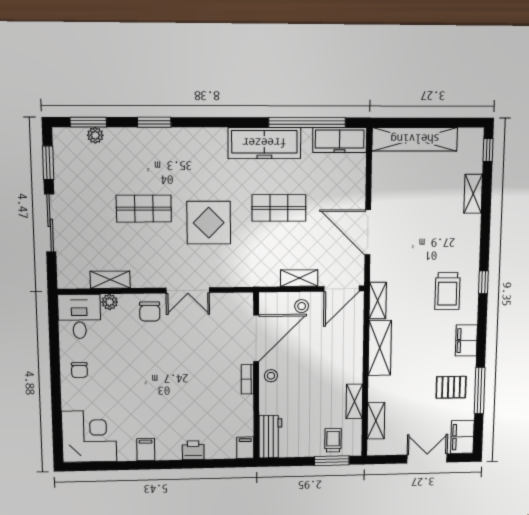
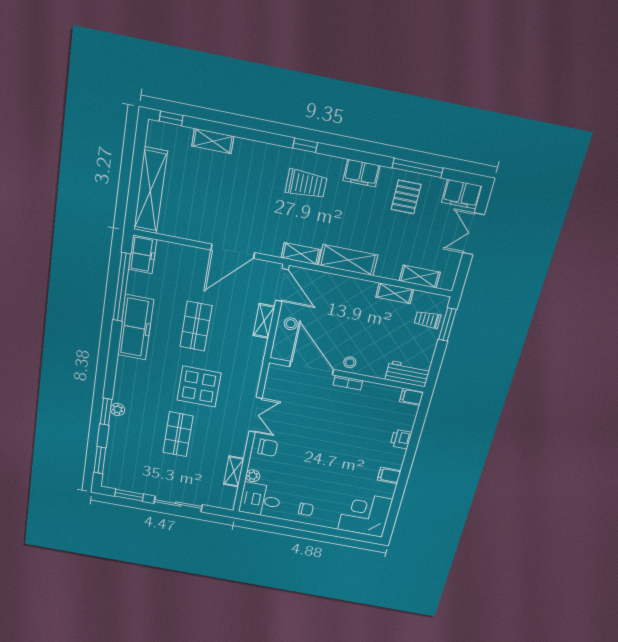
plant: (95, 135) -> (118, 409), moved
freezer: (340, 140) -> (143, 254), width x0.71

